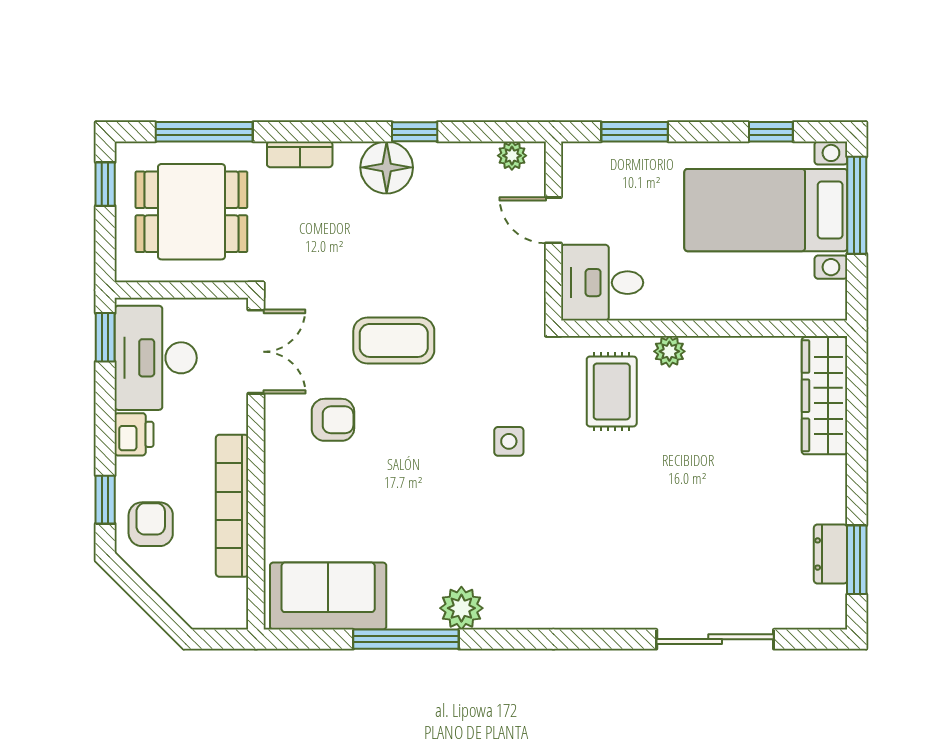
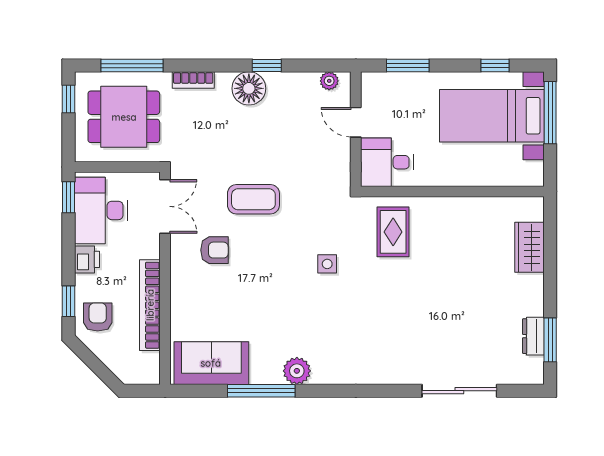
plant: (669, 351) -> (430, 206), removed
wardrobe: (825, 396) -> (529, 247), width x0.67

